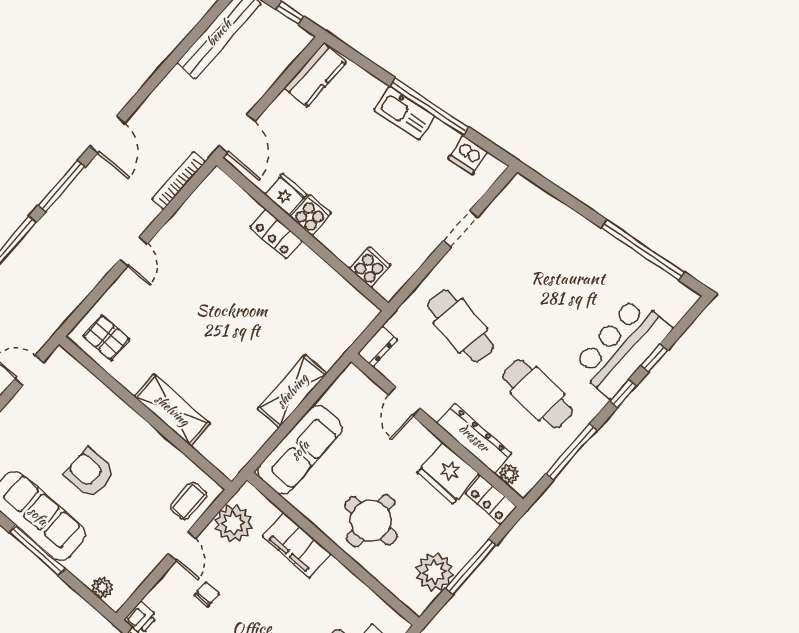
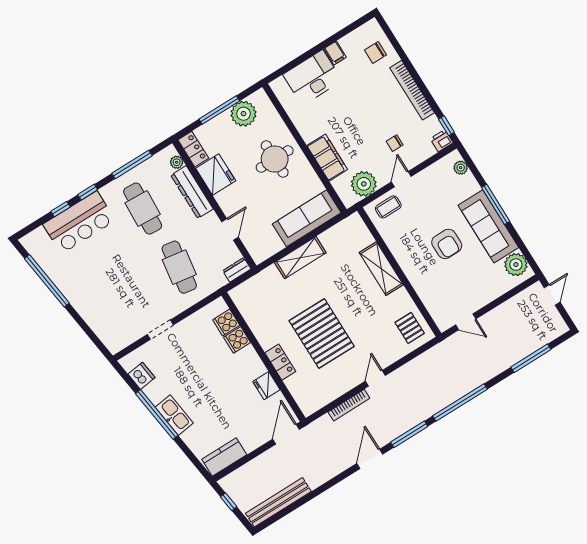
bookcase: (179, 181) -> (349, 405), moved
cooker: (311, 215) -> (237, 340), moved
pallet: (229, 292) -> (322, 333), added

